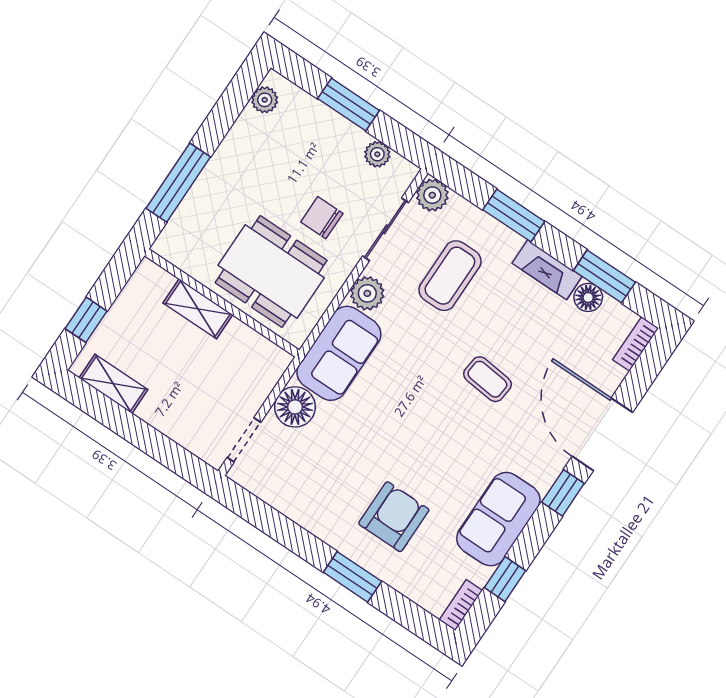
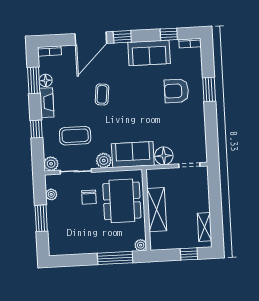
plant: (265, 100) -> (141, 245), moved
window: (514, 216) -> (36, 129), width x0.67
shelving: (198, 309) -> (157, 210), width x1.50, depth x1.33

